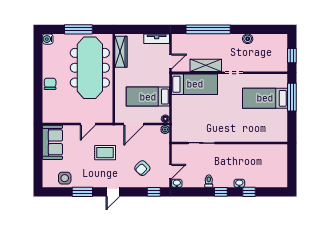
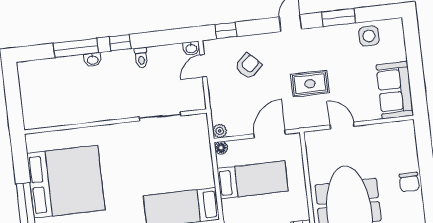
bed: (265, 98) -> (66, 182), width x2.04
door: (88, 124) -> (342, 126), hinge flipped
window: (249, 192) -> (76, 48), width x2.17

